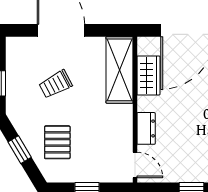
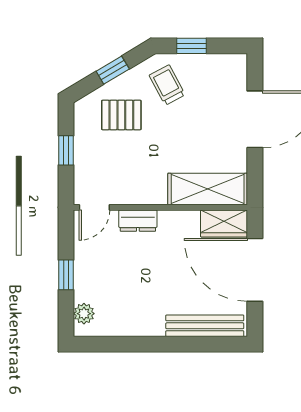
wardrobe: (148, 76) -> (224, 224), moved
trolley: (56, 84) -> (167, 85), moved

